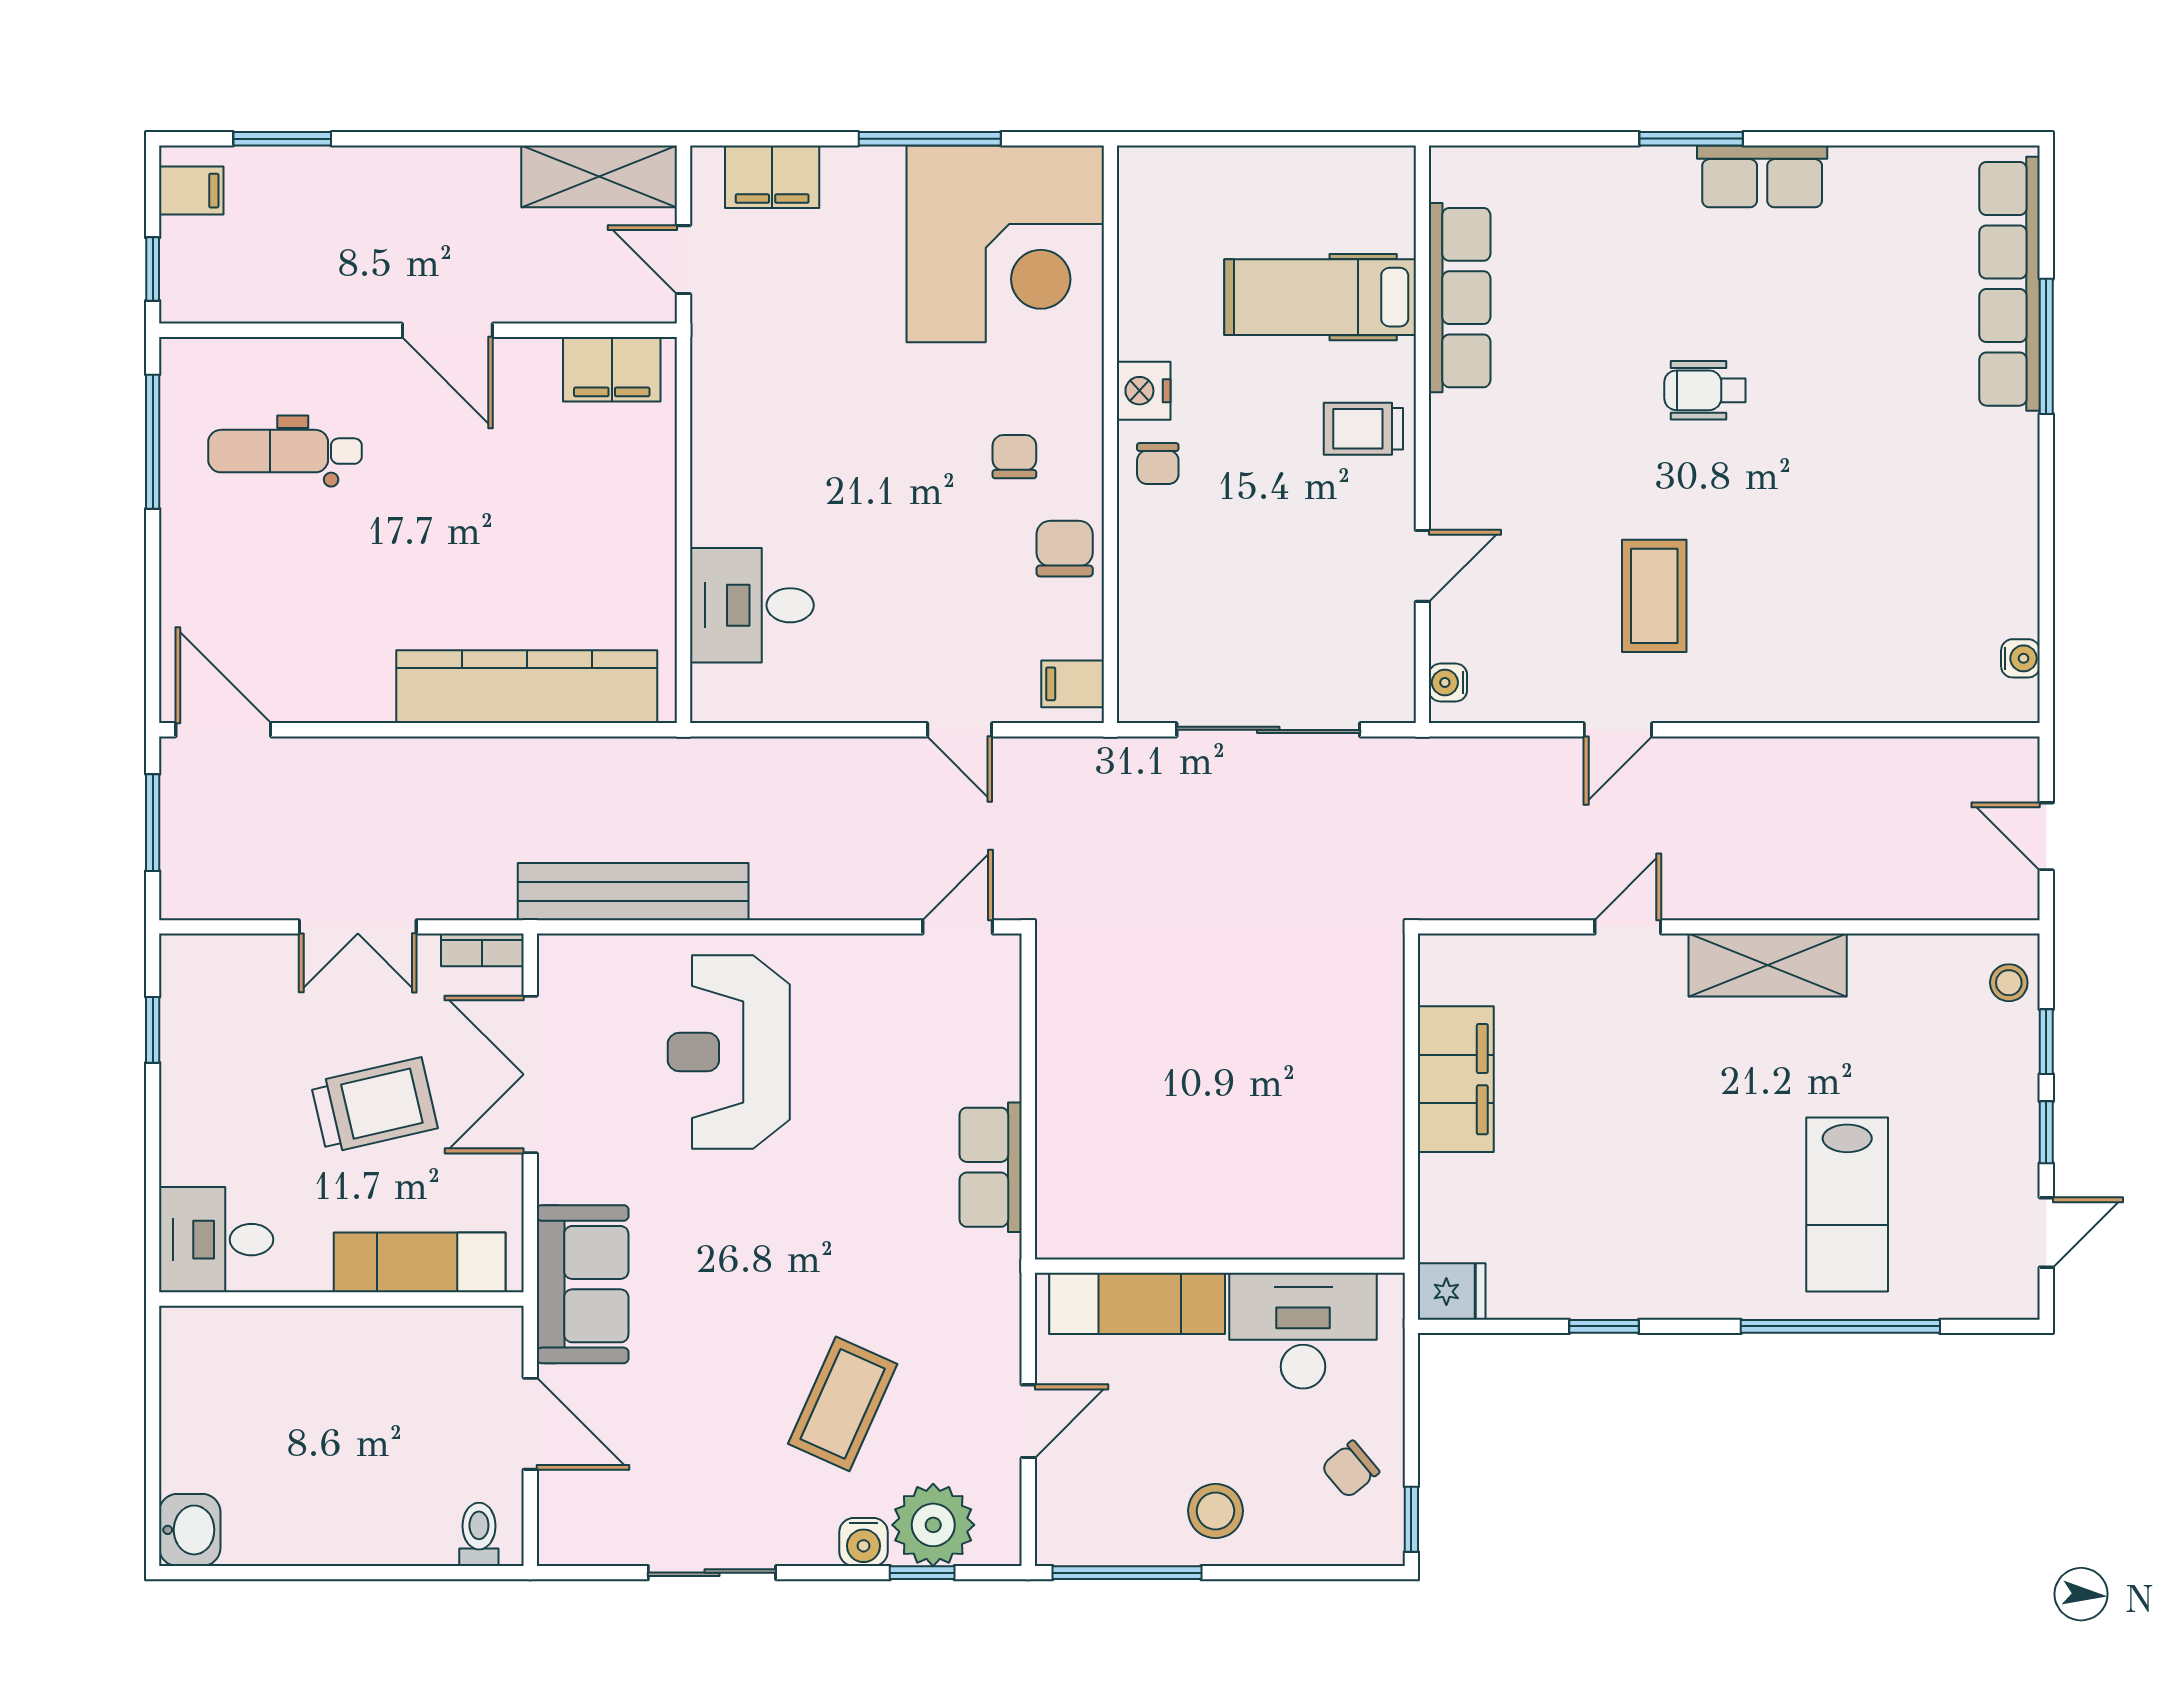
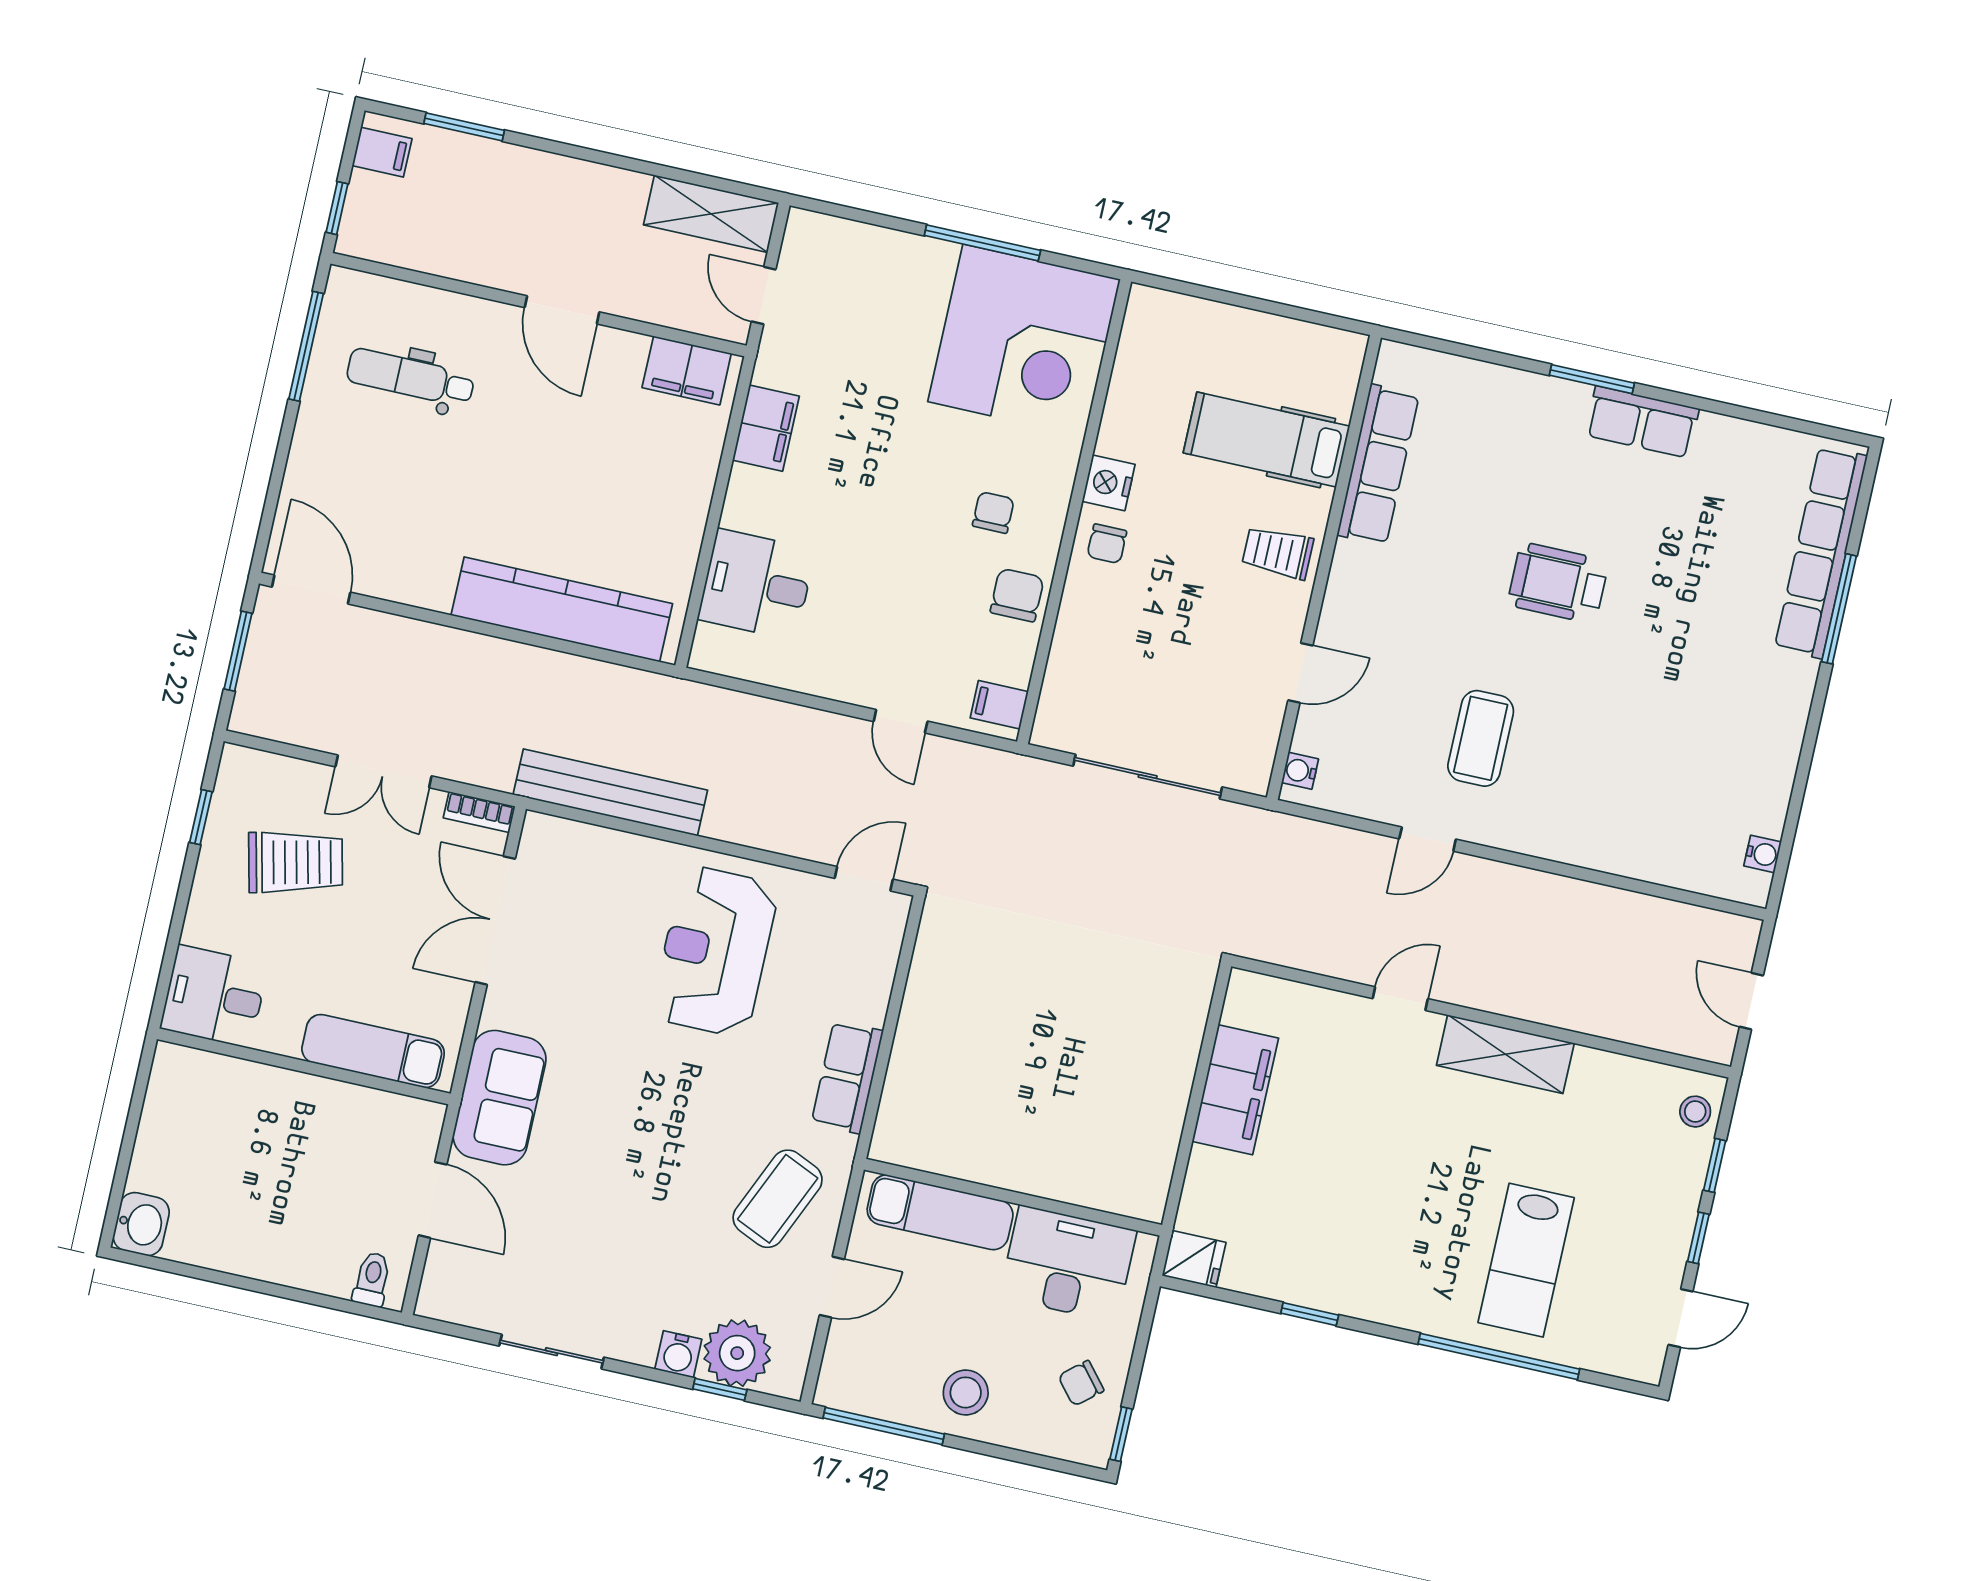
filing cabinet: (772, 177) -> (766, 428), moved, turned -90
wheelchair: (1705, 390) -> (1558, 583), width x1.36, depth x1.37
reception desk: (729, 1052) -> (715, 951), moved
trolley: (374, 1105) -> (296, 862), moved
coffee table: (843, 1404) -> (778, 1199), moved

